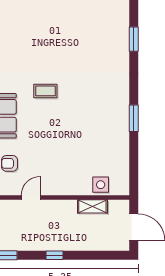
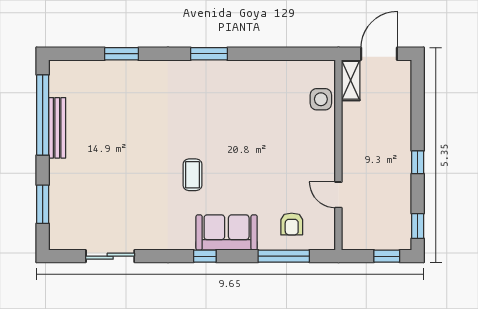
window: (134, 118) -> (209, 54), moved
shelving: (92, 206) -> (351, 80), moved

